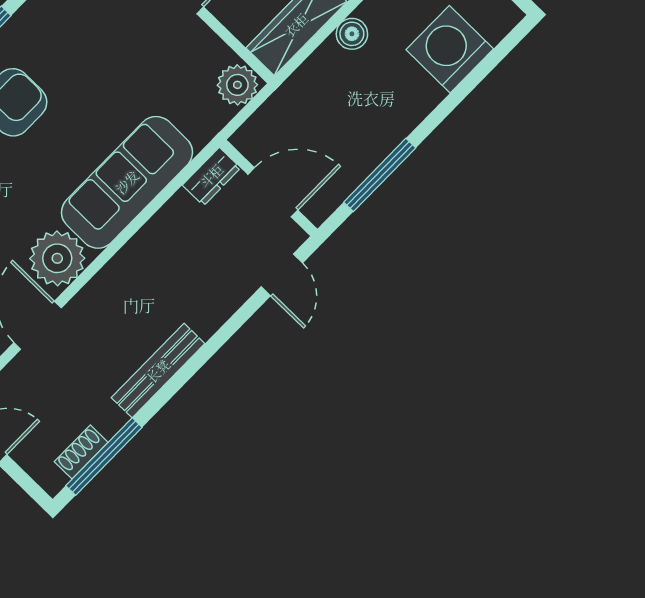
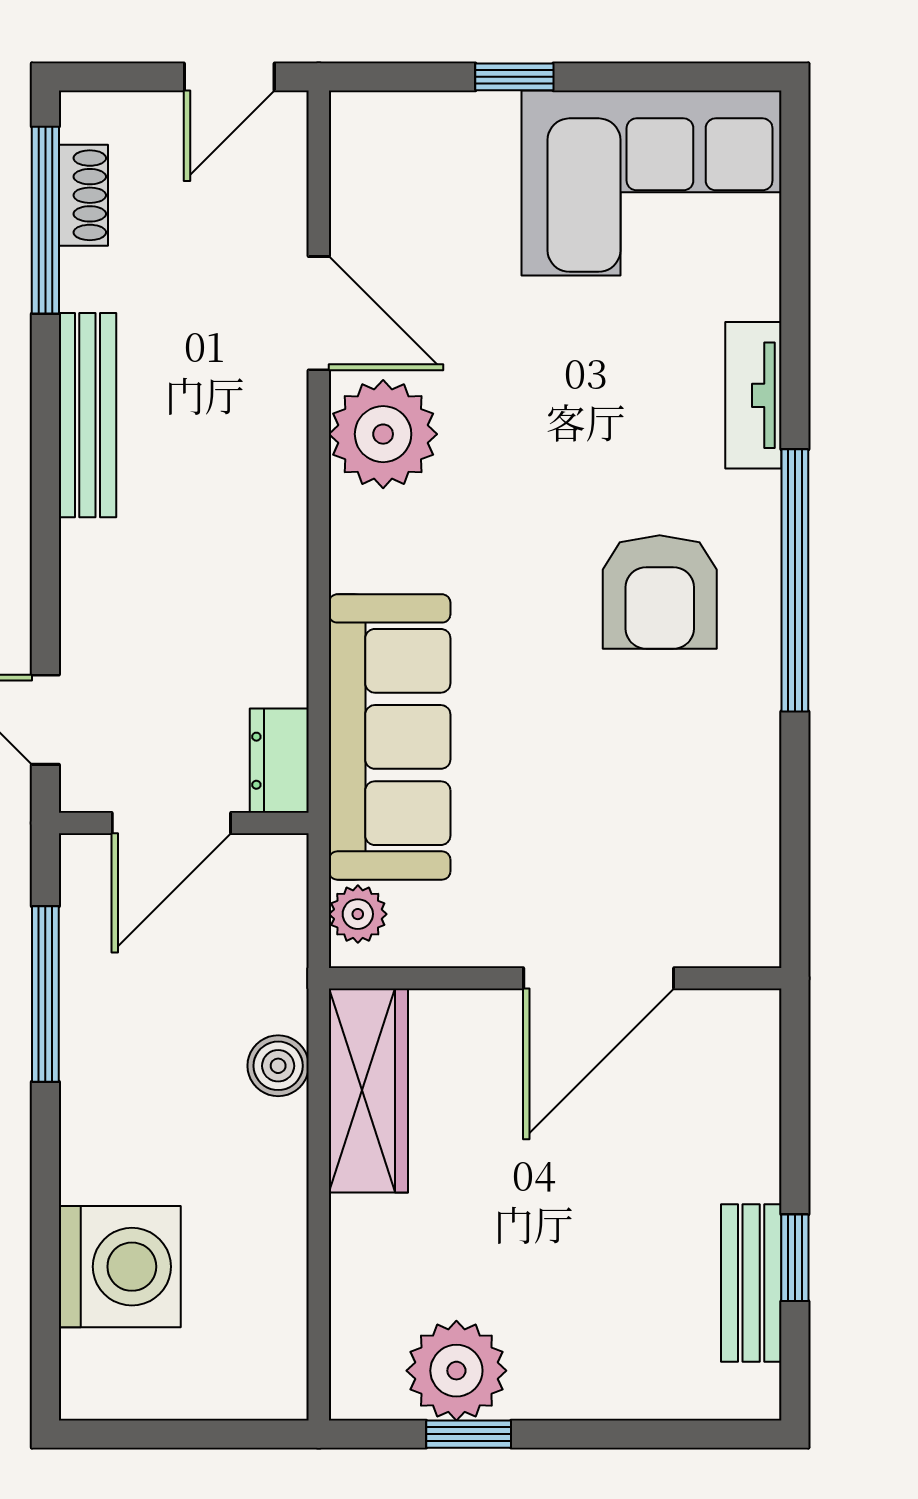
boiler: (352, 34) -> (278, 1066), moved
plant: (237, 85) -> (358, 914), width x0.73, depth x0.73
sofa: (127, 182) -> (390, 737), moved

